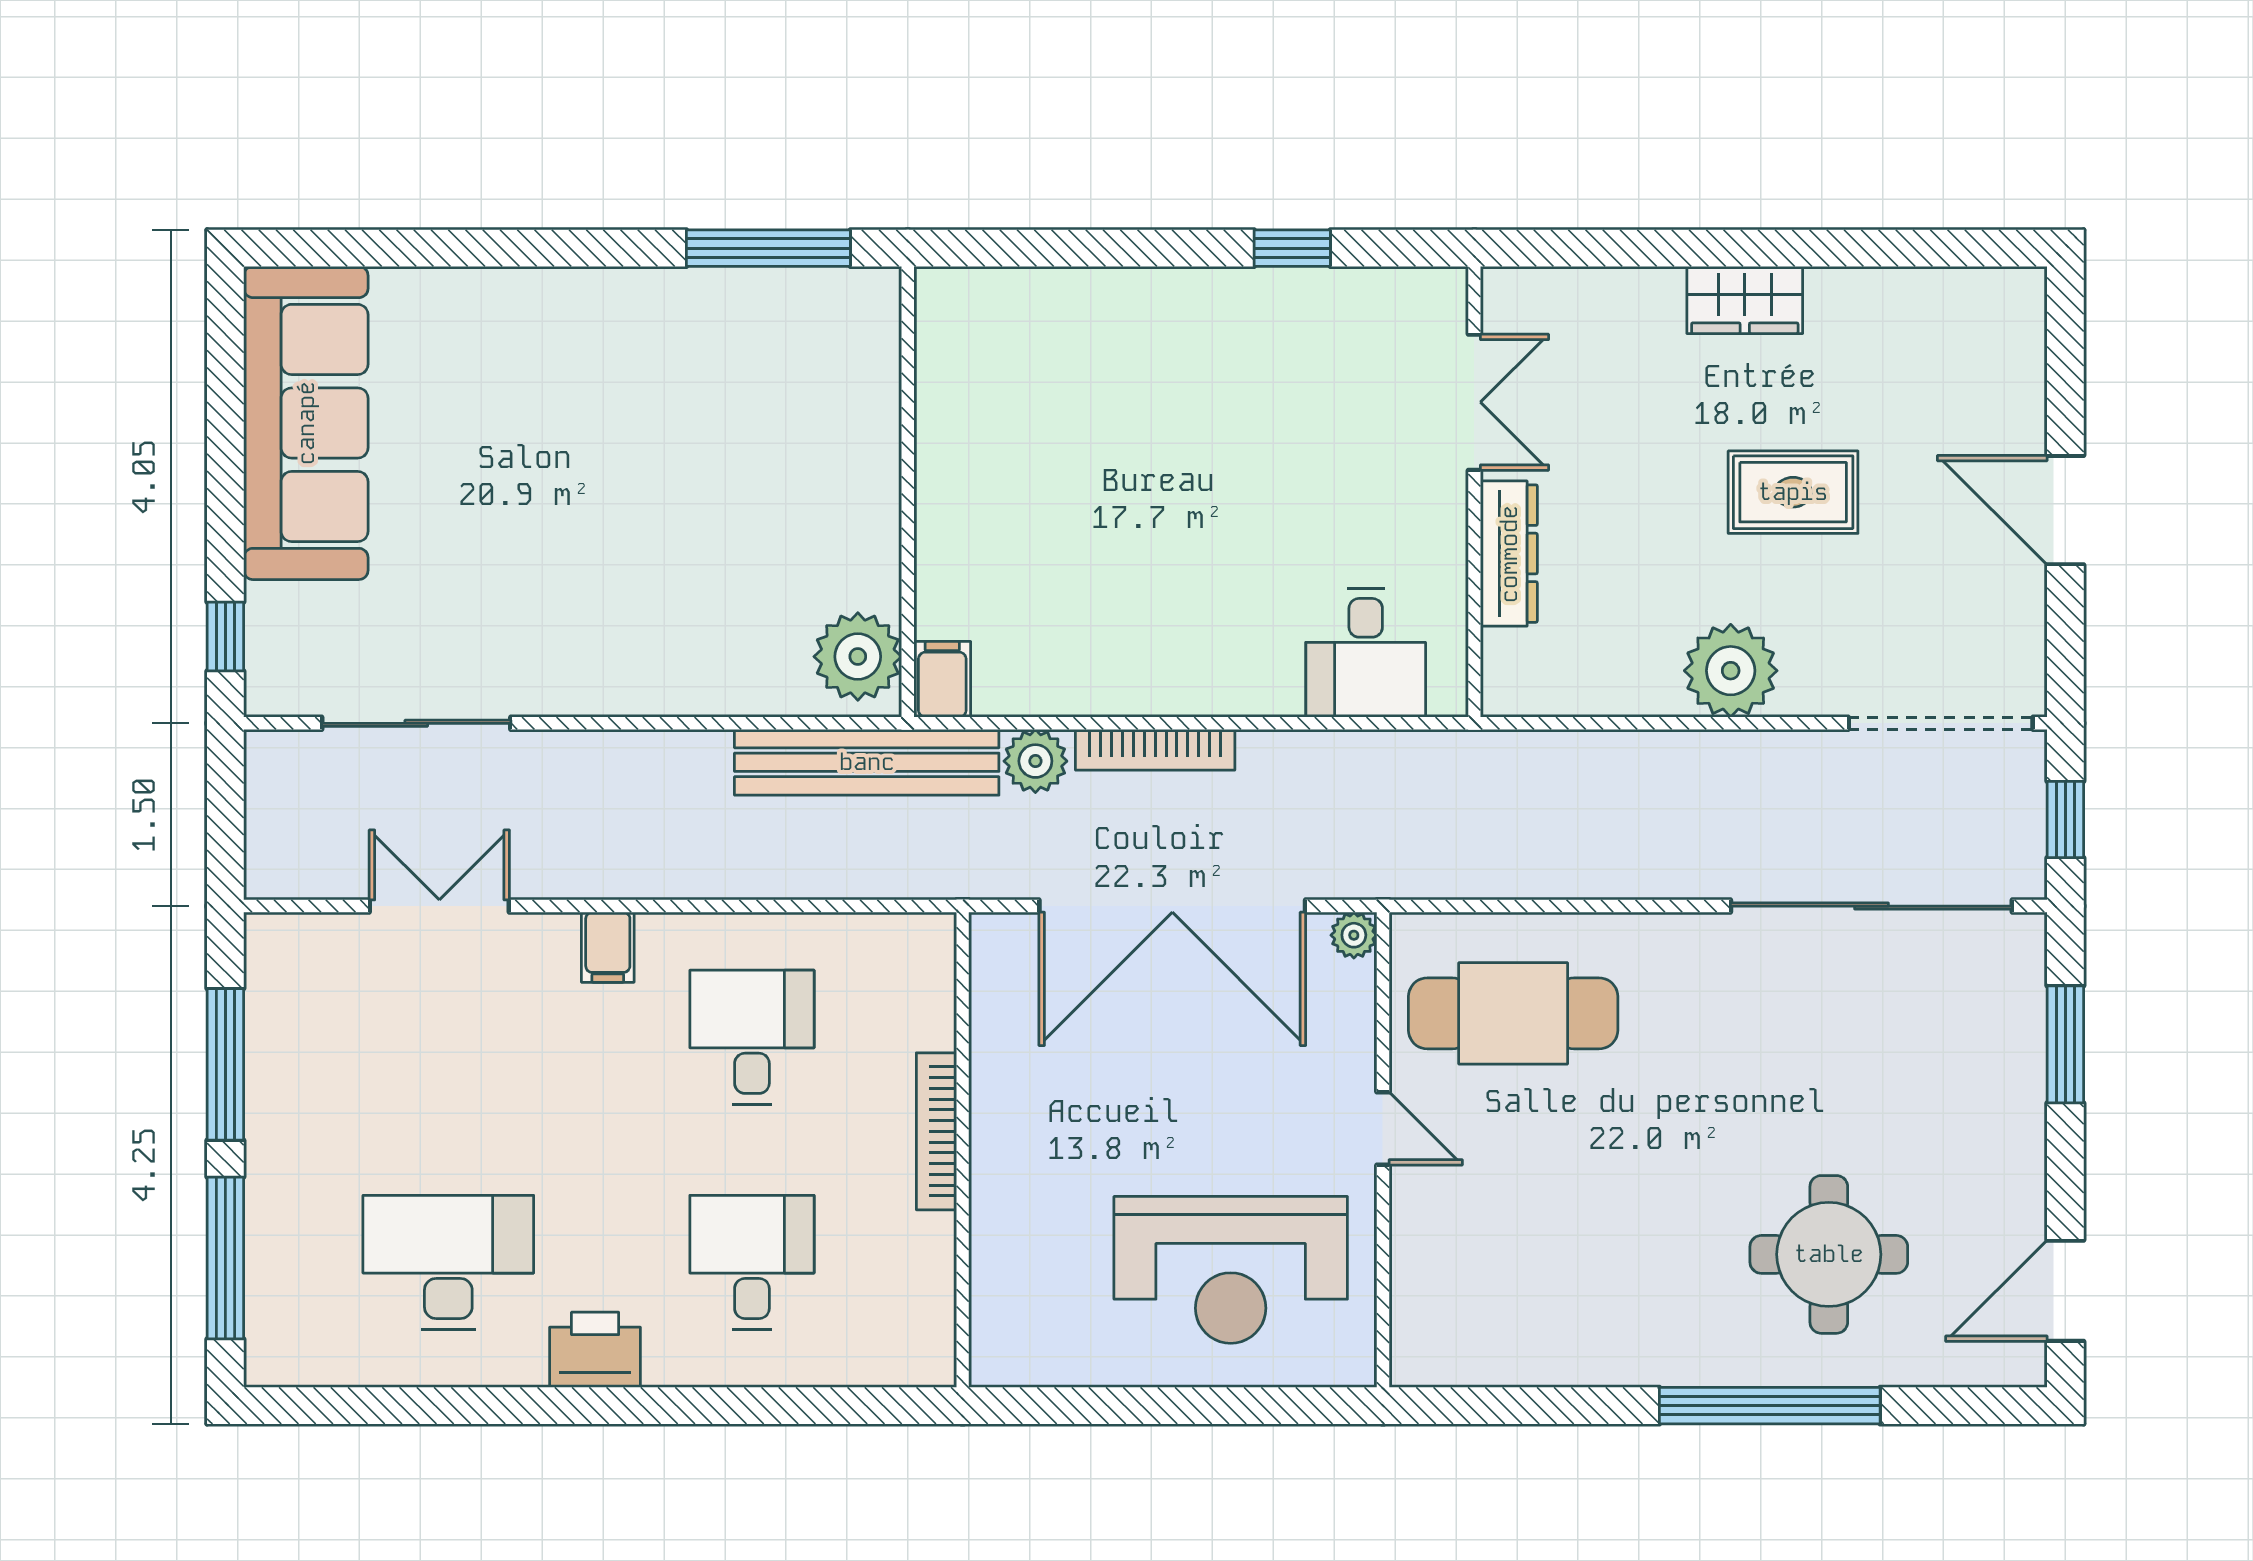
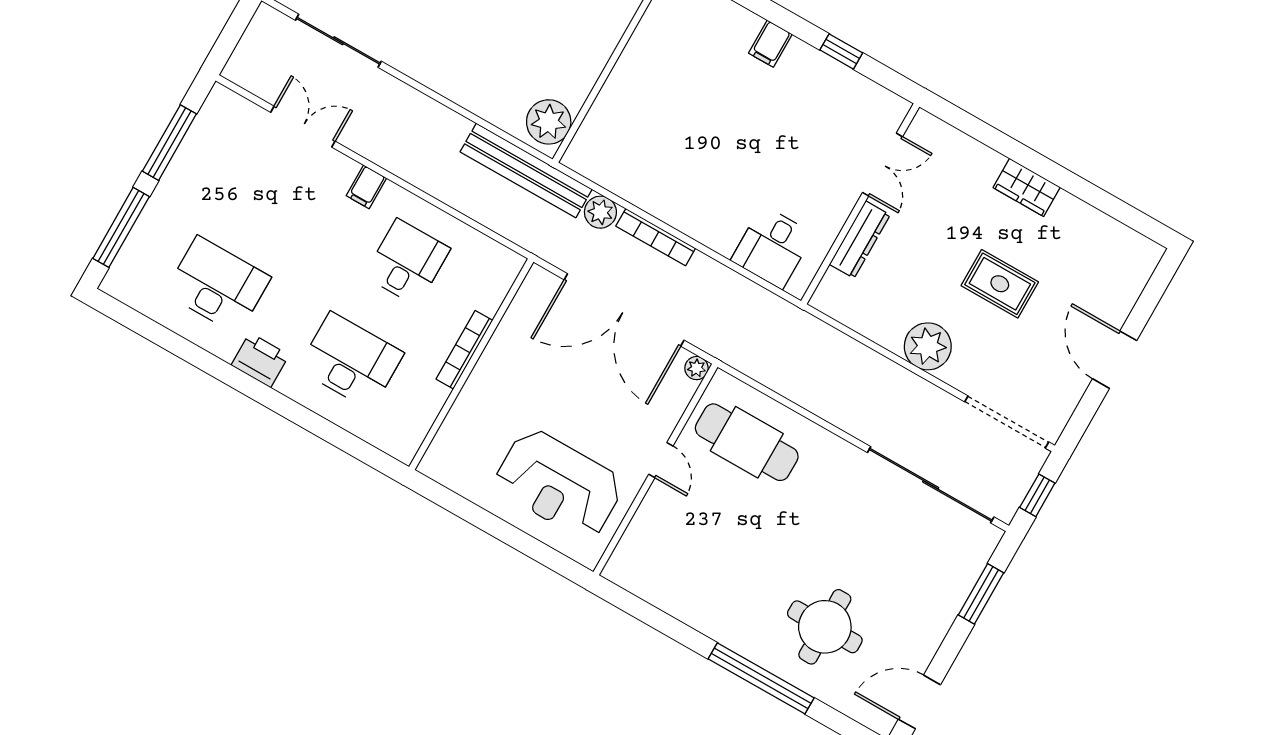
filing cabinet: (942, 679) -> (770, 44), moved, turned 180
desk: (752, 1262) -> (351, 361), width x1.37

